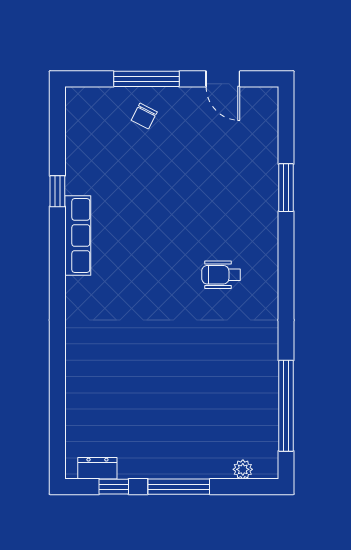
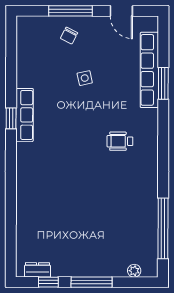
row of seats: (265, 168) -> (149, 70), added
side table: (168, 180) -> (85, 78), added
window: (57, 191) -> (11, 118), moved

